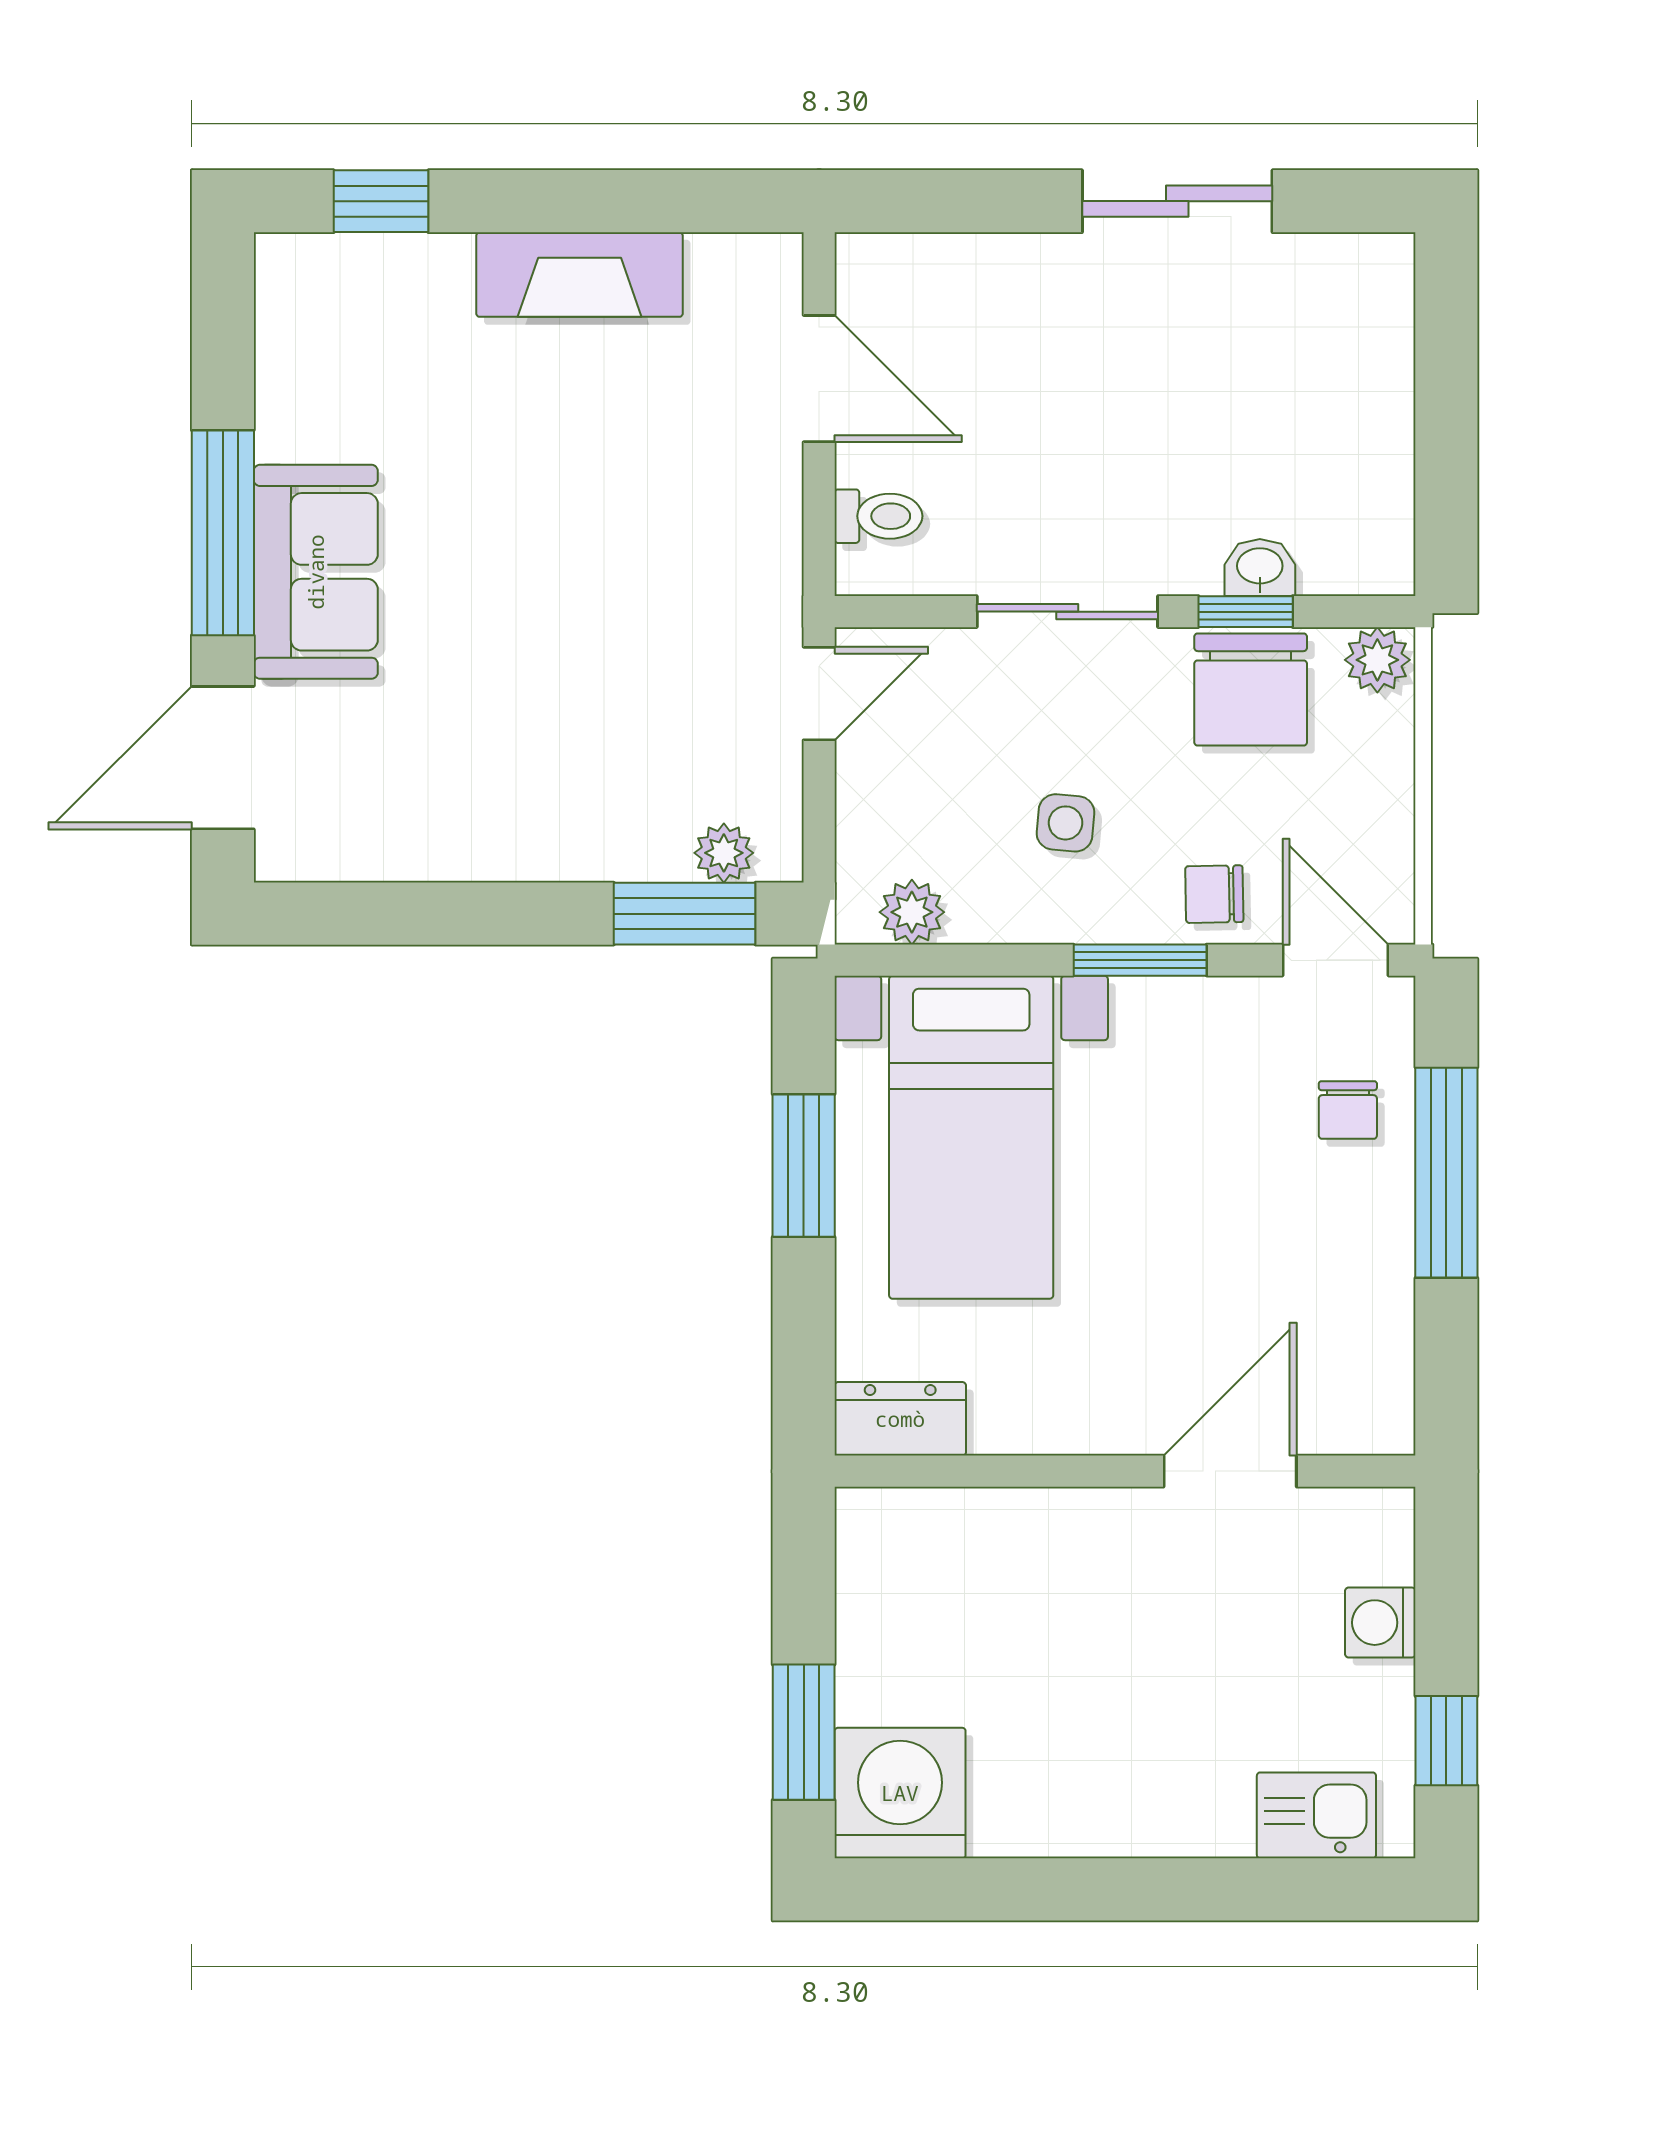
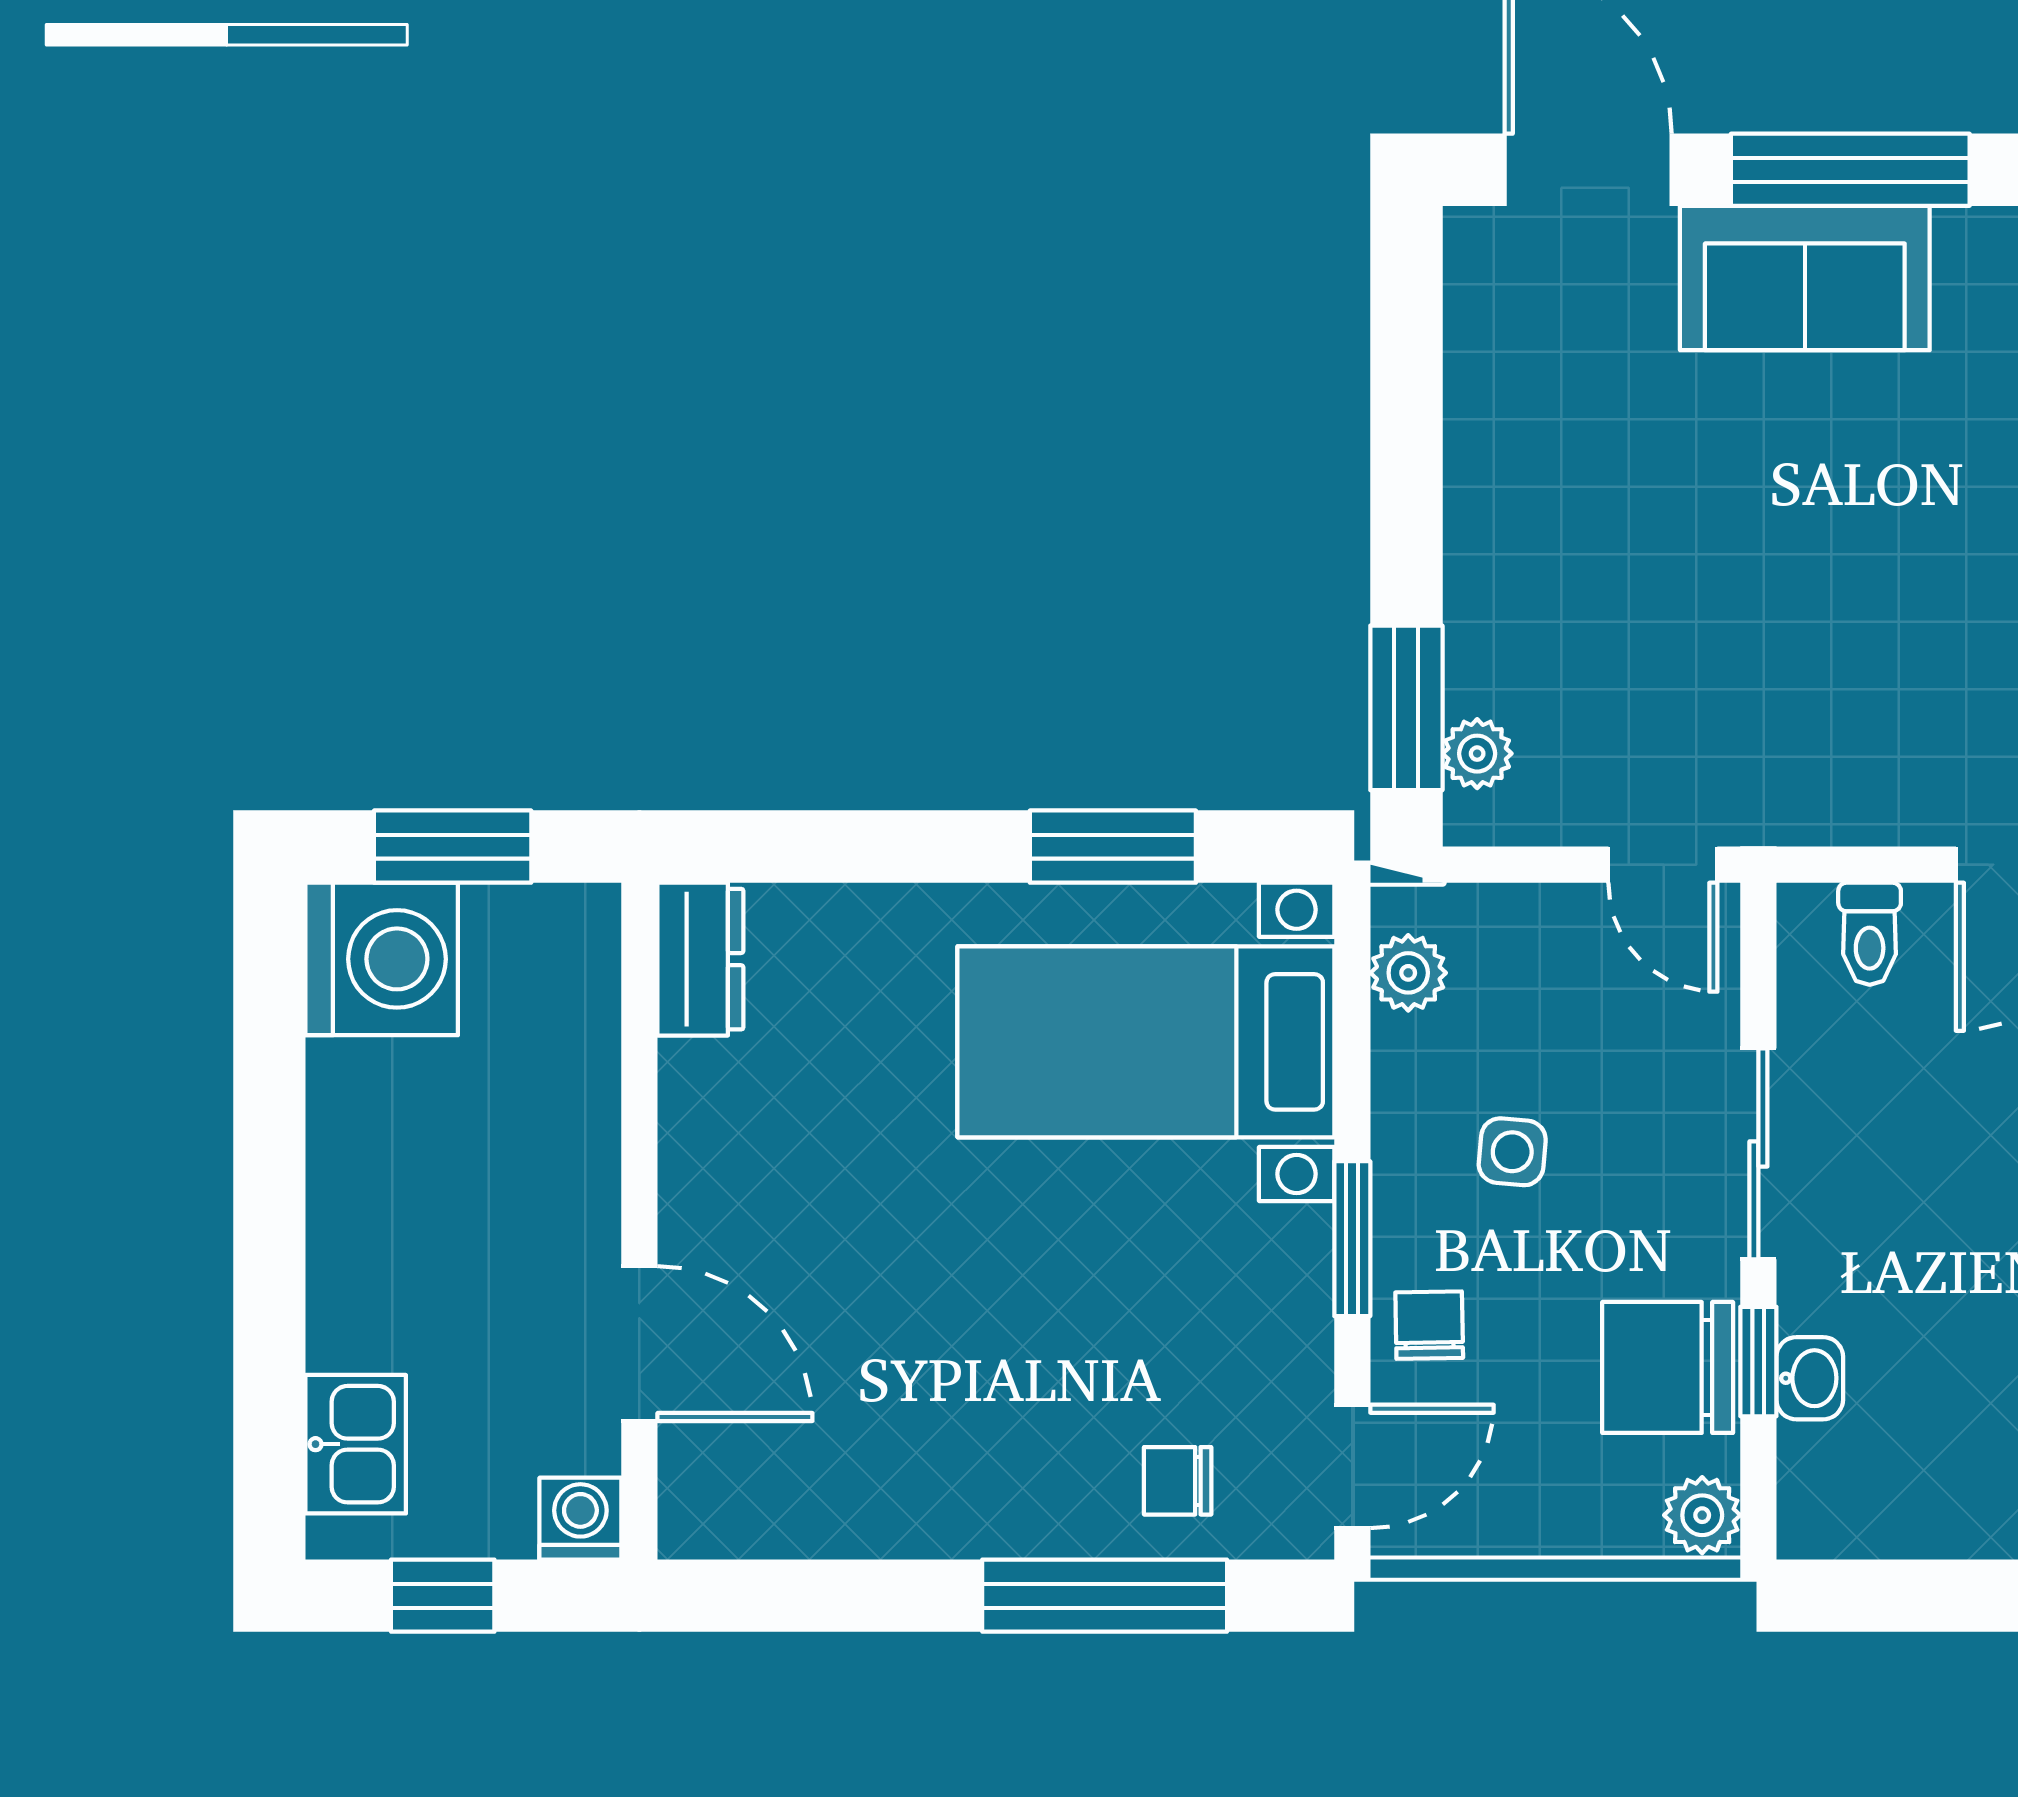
dresser: (900, 1419) -> (700, 959), moved
wall: (1125, 1471) -> (639, 1221), moved
door: (1230, 1471) -> (639, 1344), moved

